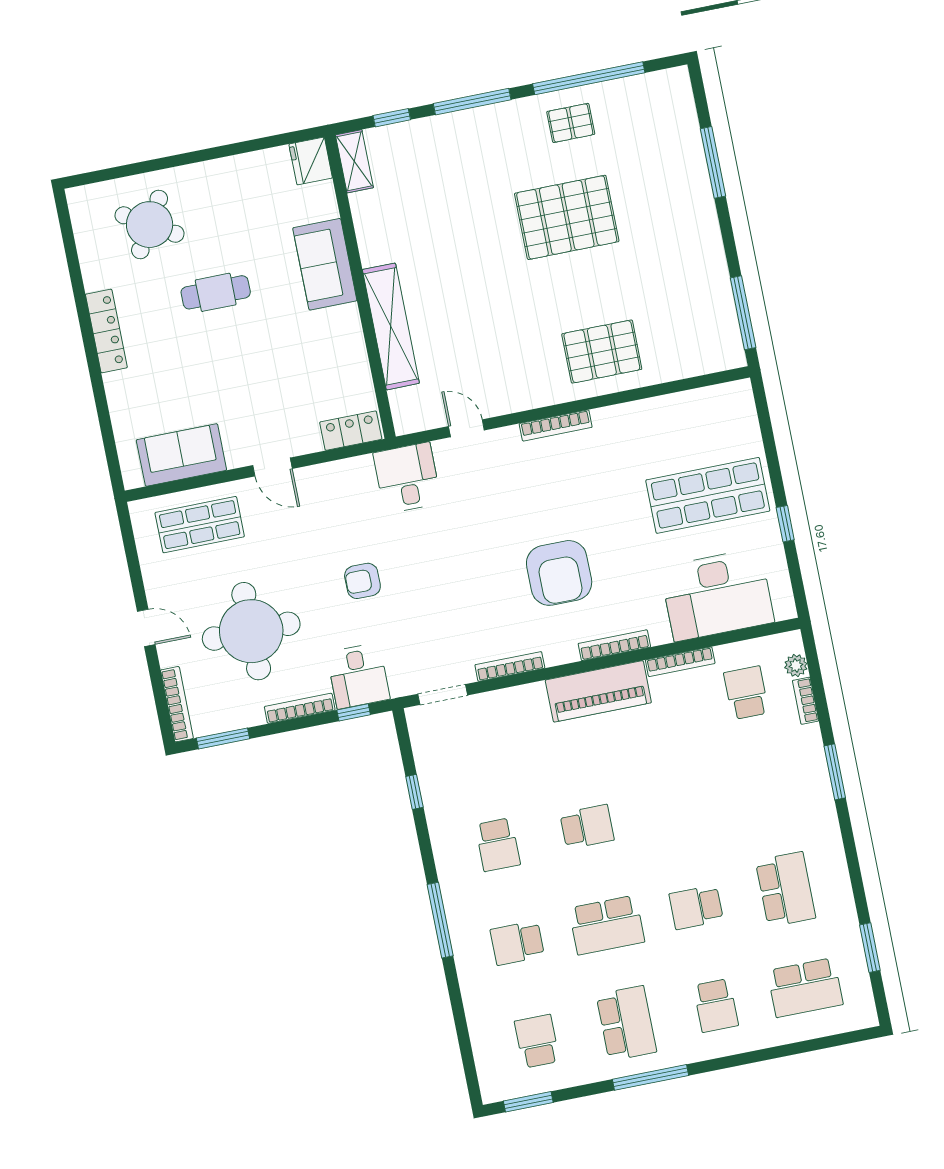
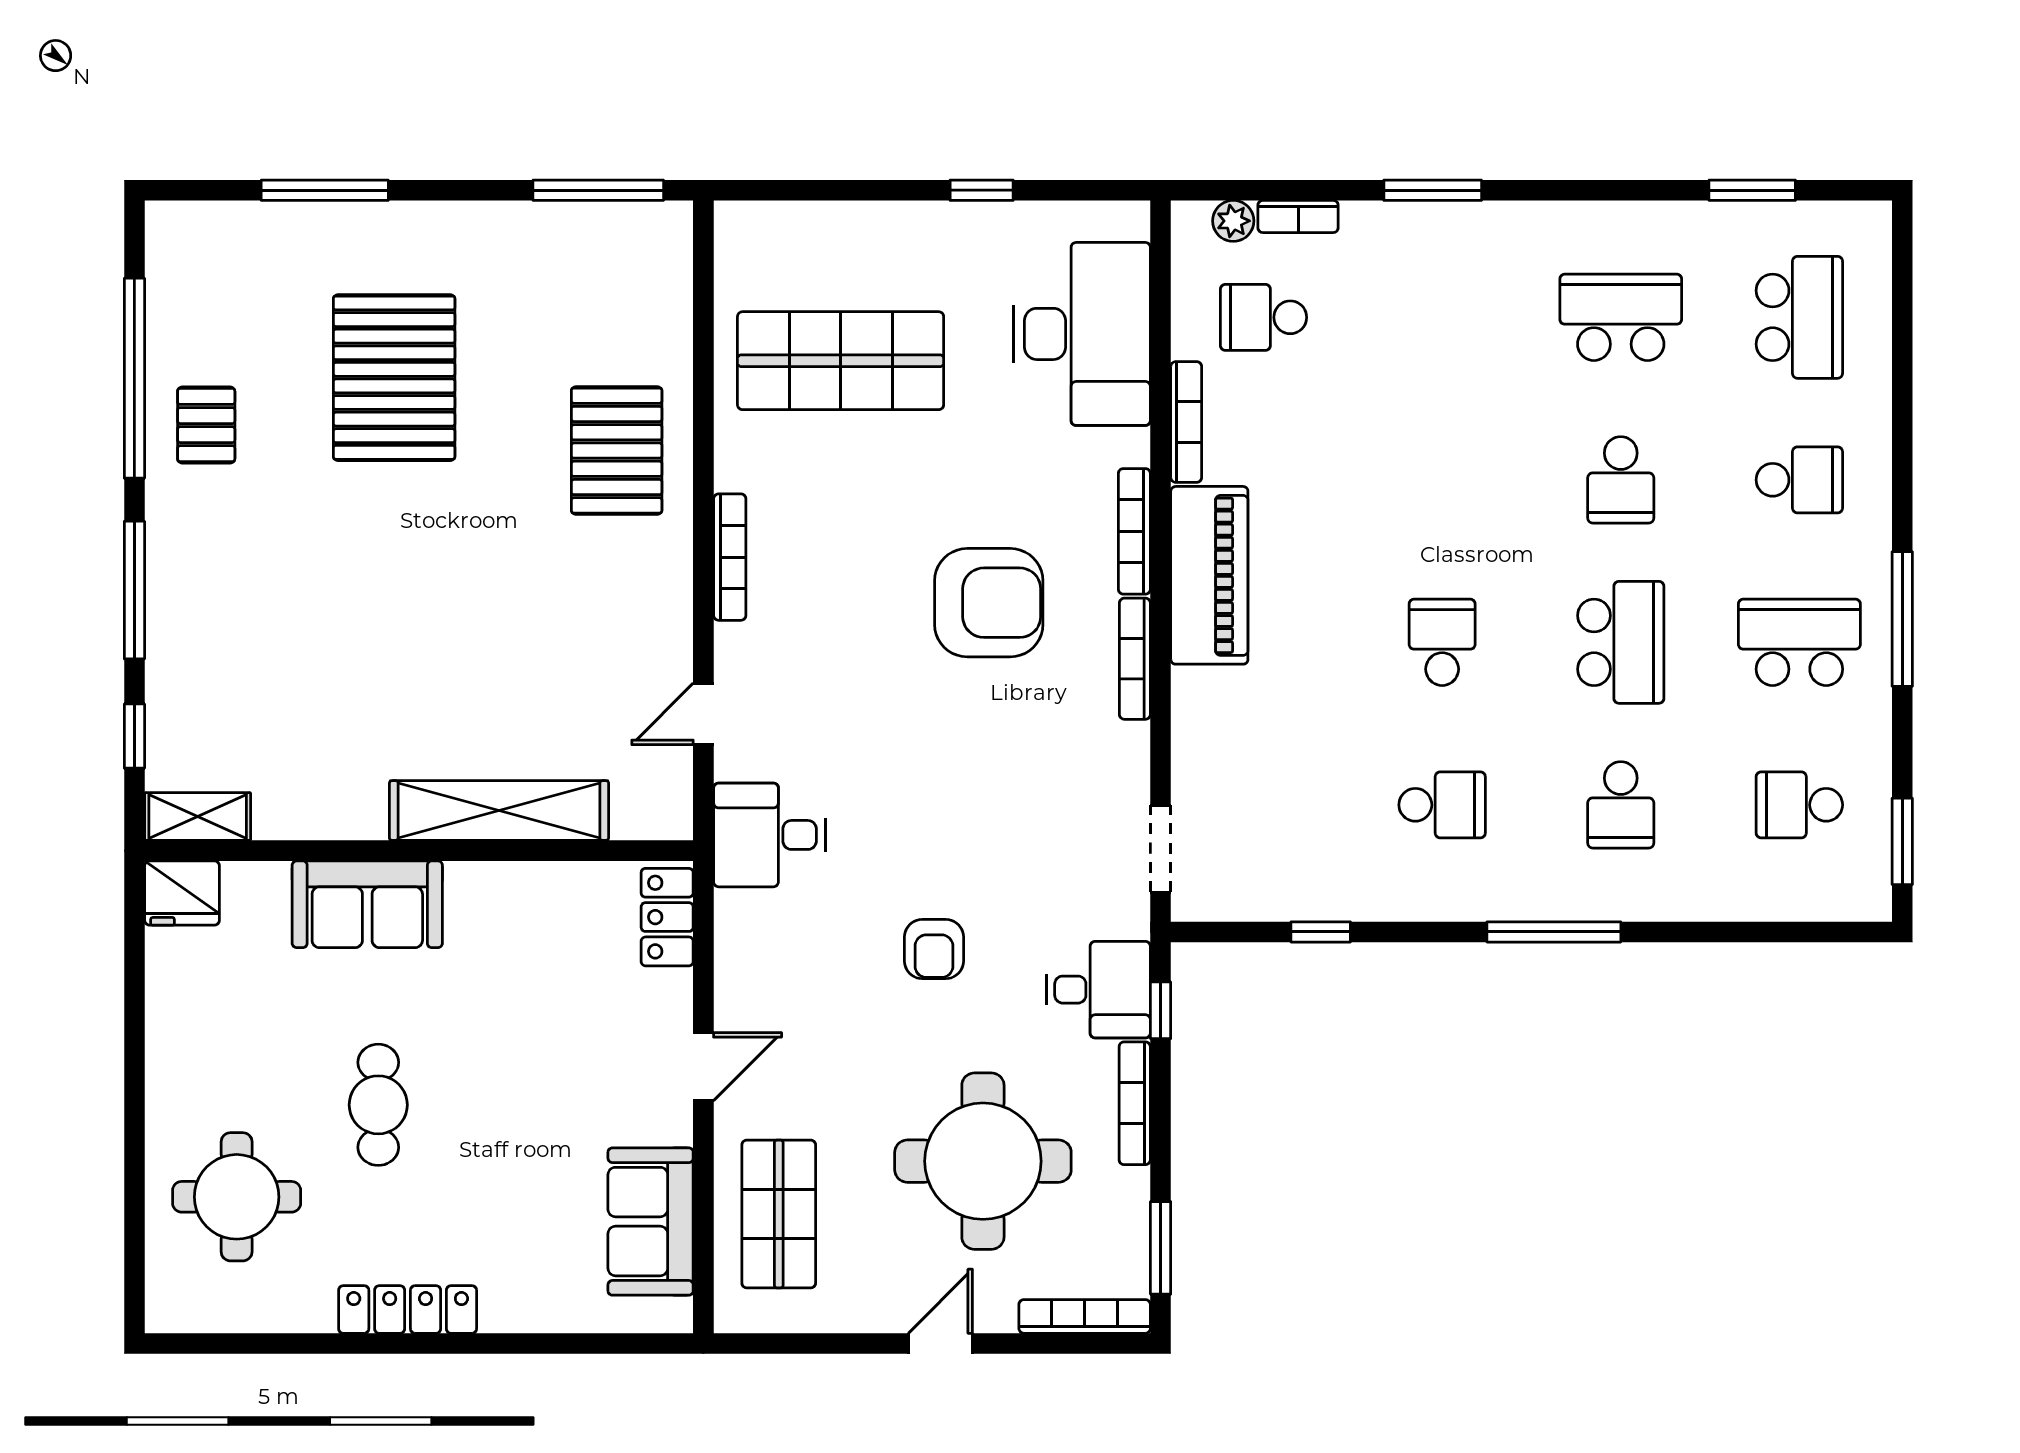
pallet: (567, 217) -> (394, 378), moved
round table: (150, 225) -> (237, 1197), turned -31
shop shelf: (708, 495) -> (841, 361), moved, turned 90
bookcase: (510, 666) -> (1135, 659), moved

